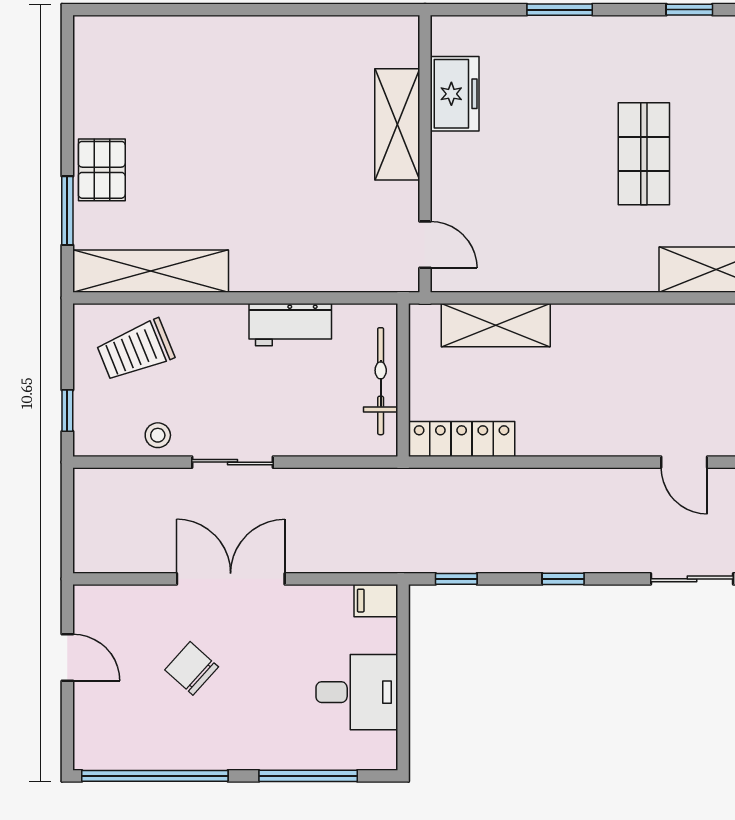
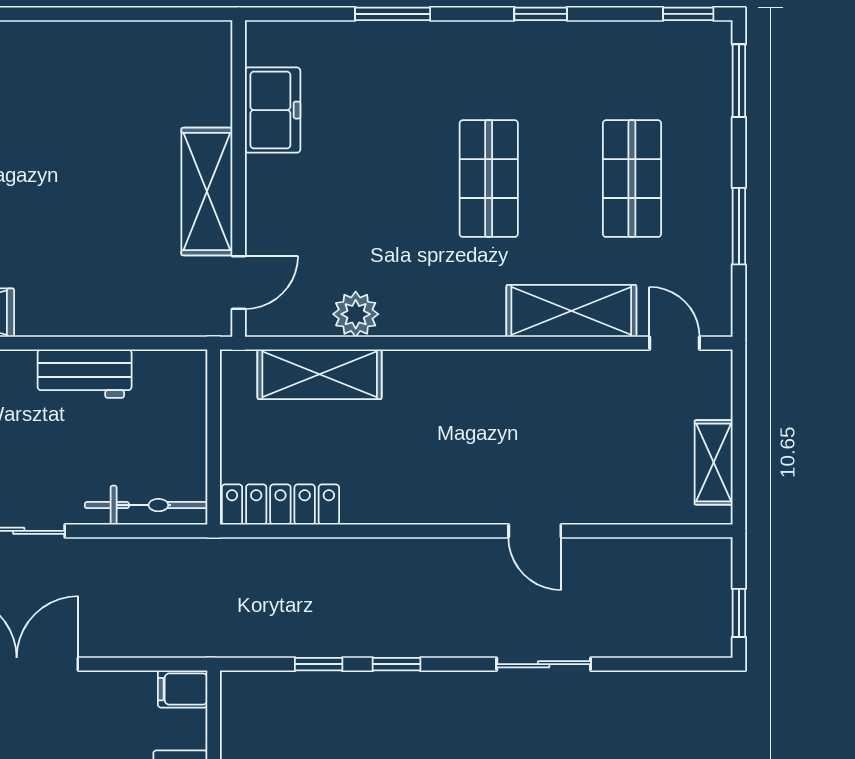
shelving: (397, 124) -> (207, 192), moved
door: (425, 245) -> (239, 282), hinge flipped
plant: (527, 272) -> (356, 314), added
bicycle: (381, 381) -> (146, 505), moved, turned 90
window: (456, 579) -> (319, 664), moved

